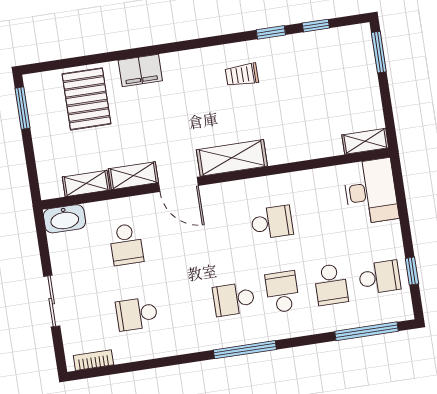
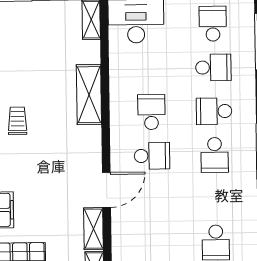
trolley: (242, 75) -> (17, 121), turned 180
shelving: (232, 158) -> (89, 95), moved
school desk: (126, 244) -> (152, 156), moved

